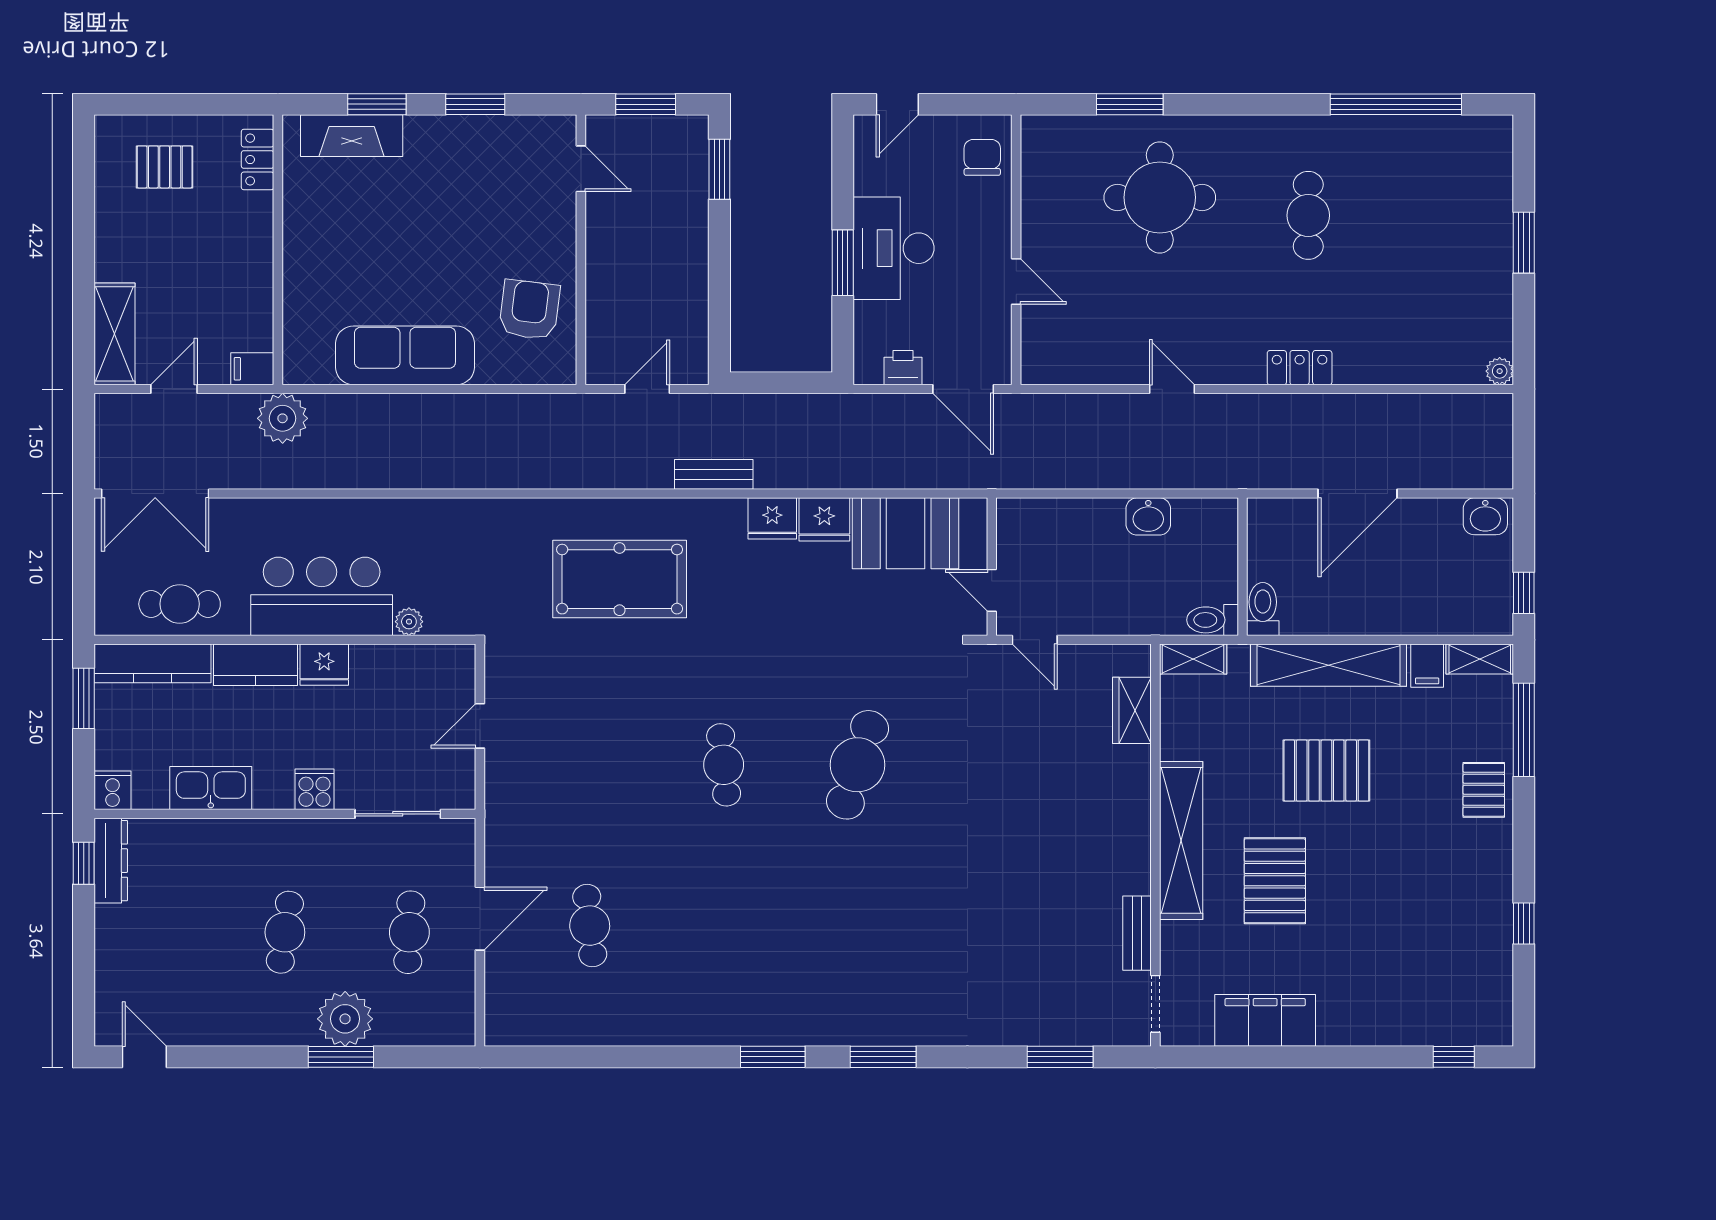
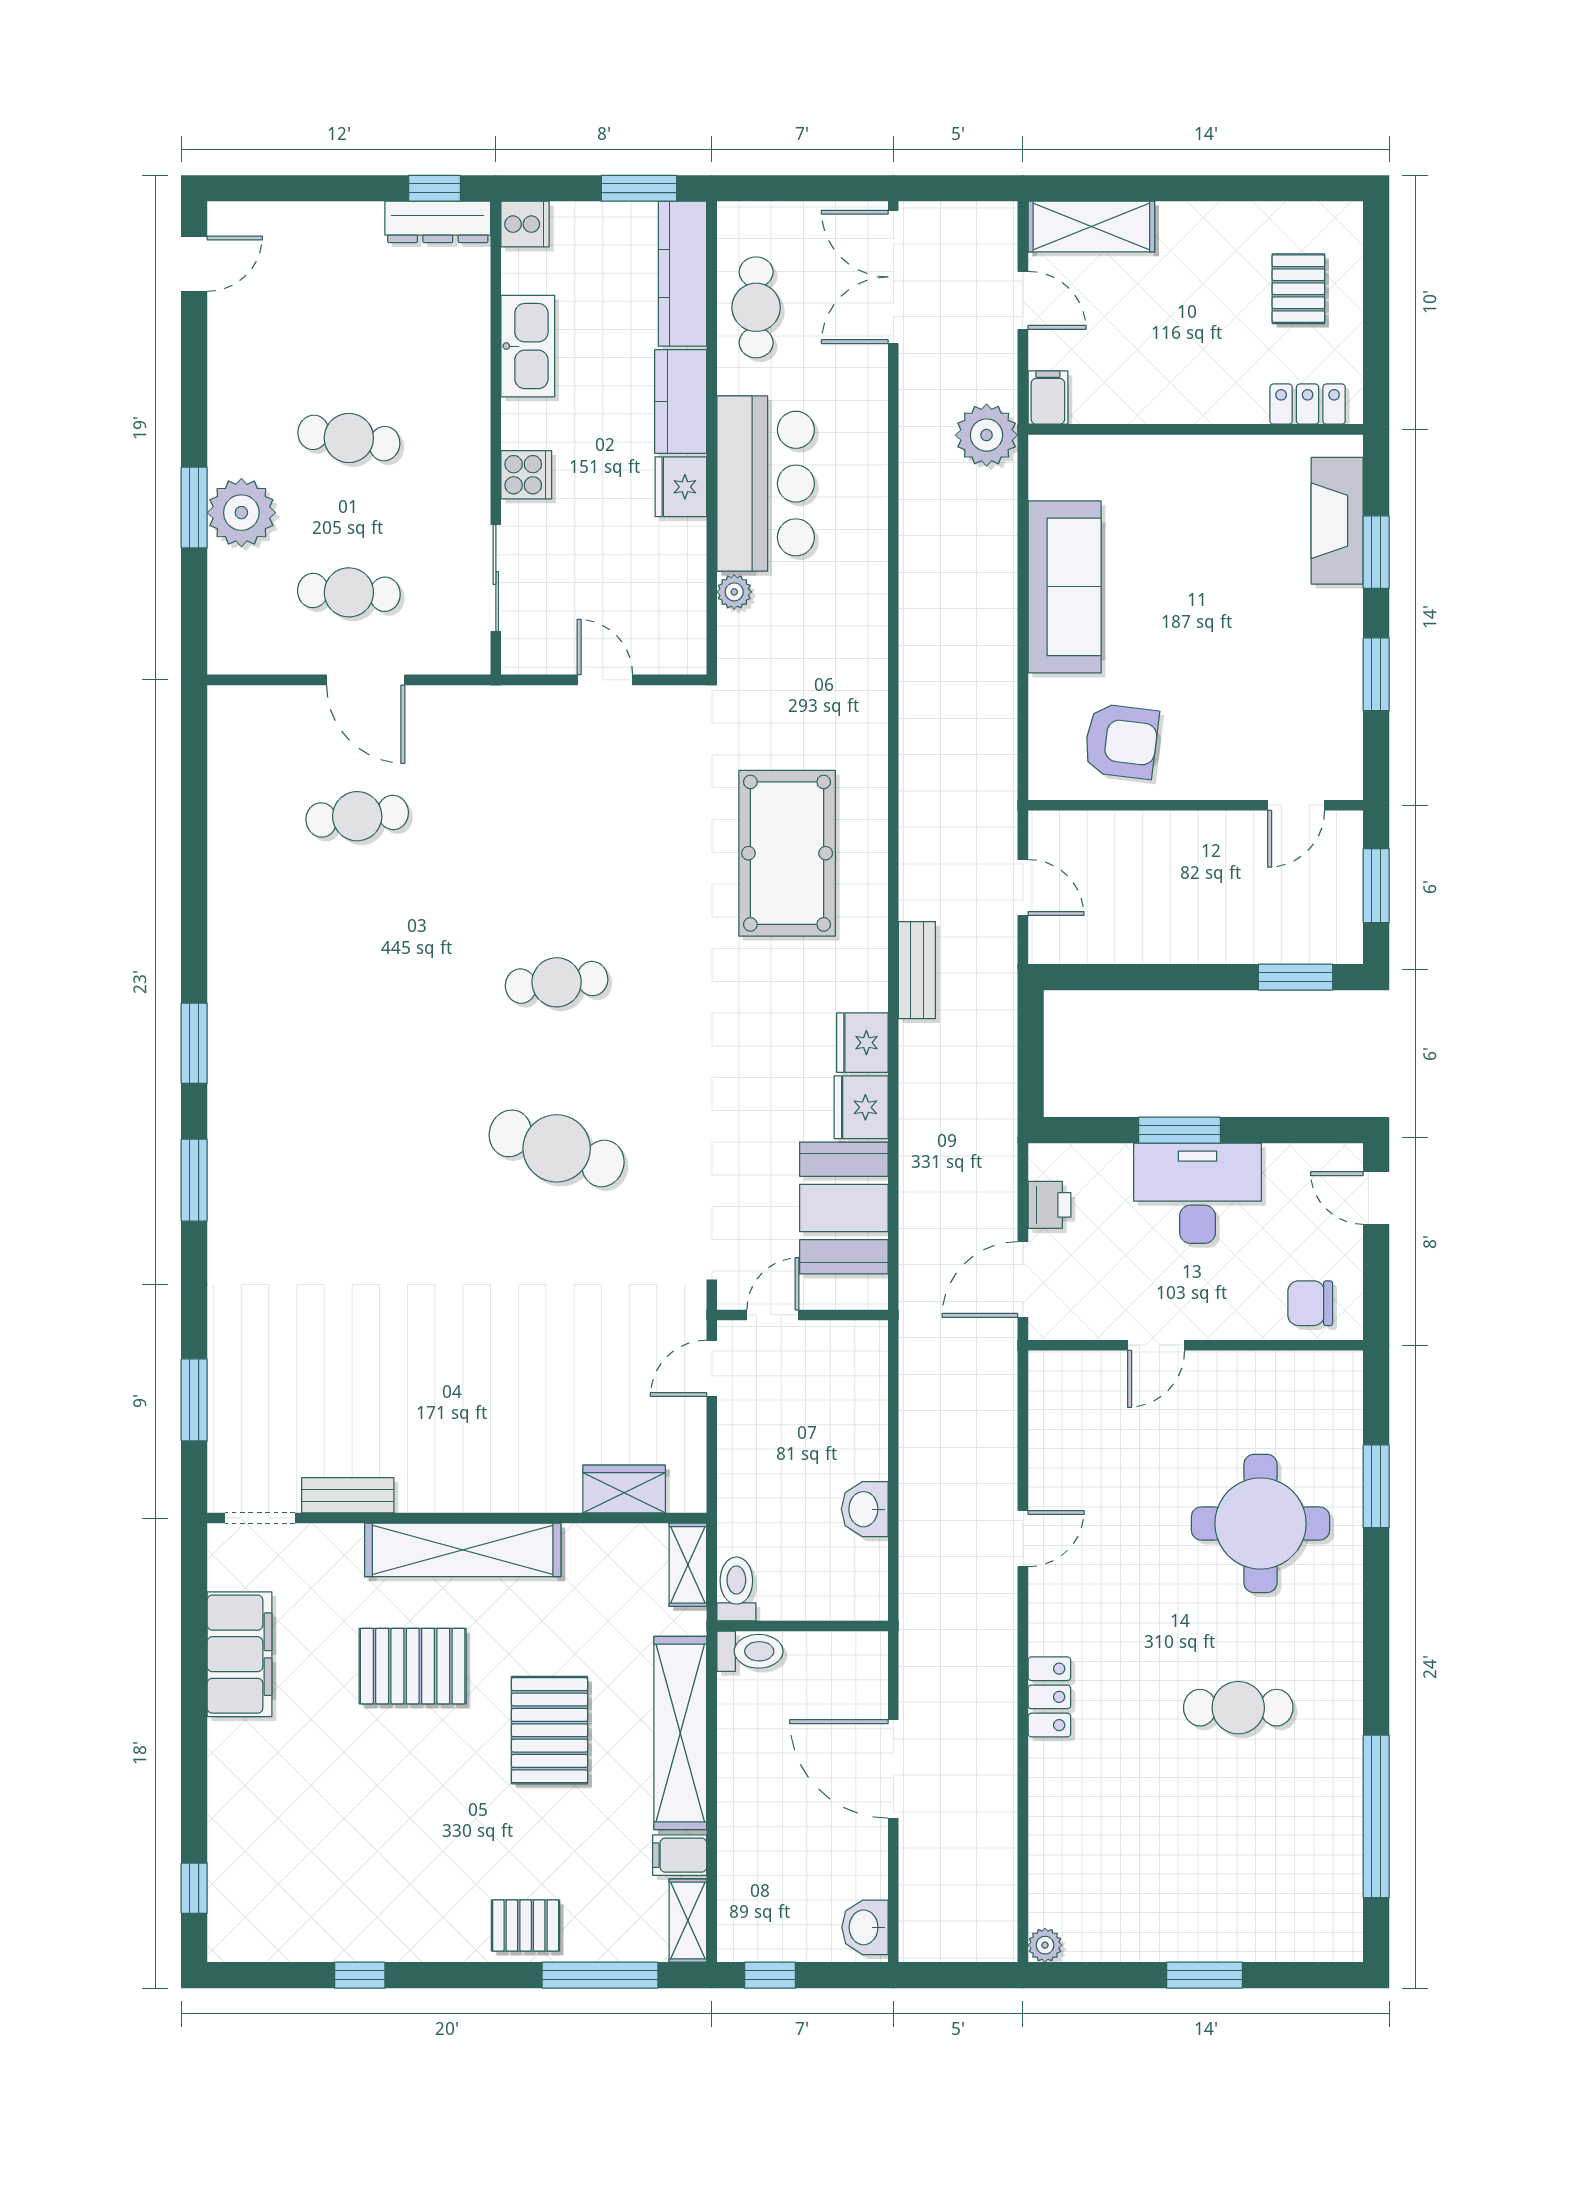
chair: (982, 157) -> (1310, 1303), turned 180

